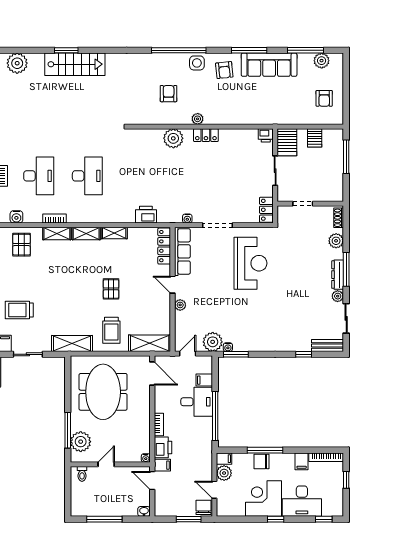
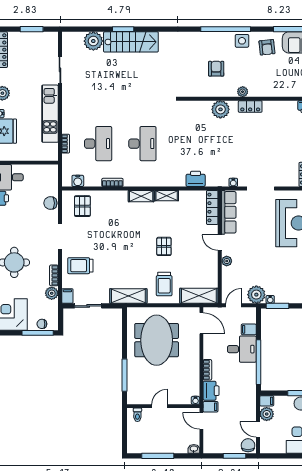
plant: (17, 63) -> (93, 41), moved
shelving: (57, 234) -> (115, 196), removed
plant: (81, 442) -> (136, 385), removed

